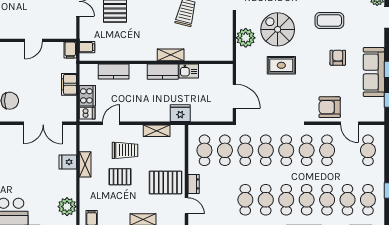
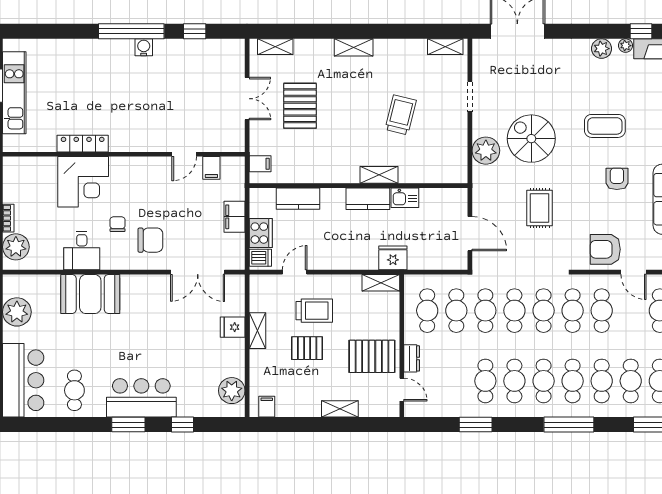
filing cabinet: (70, 50) -> (211, 168), moved
rug: (281, 65) -> (540, 208), moved, turned 90
shelving: (157, 131) -> (381, 283), moved

